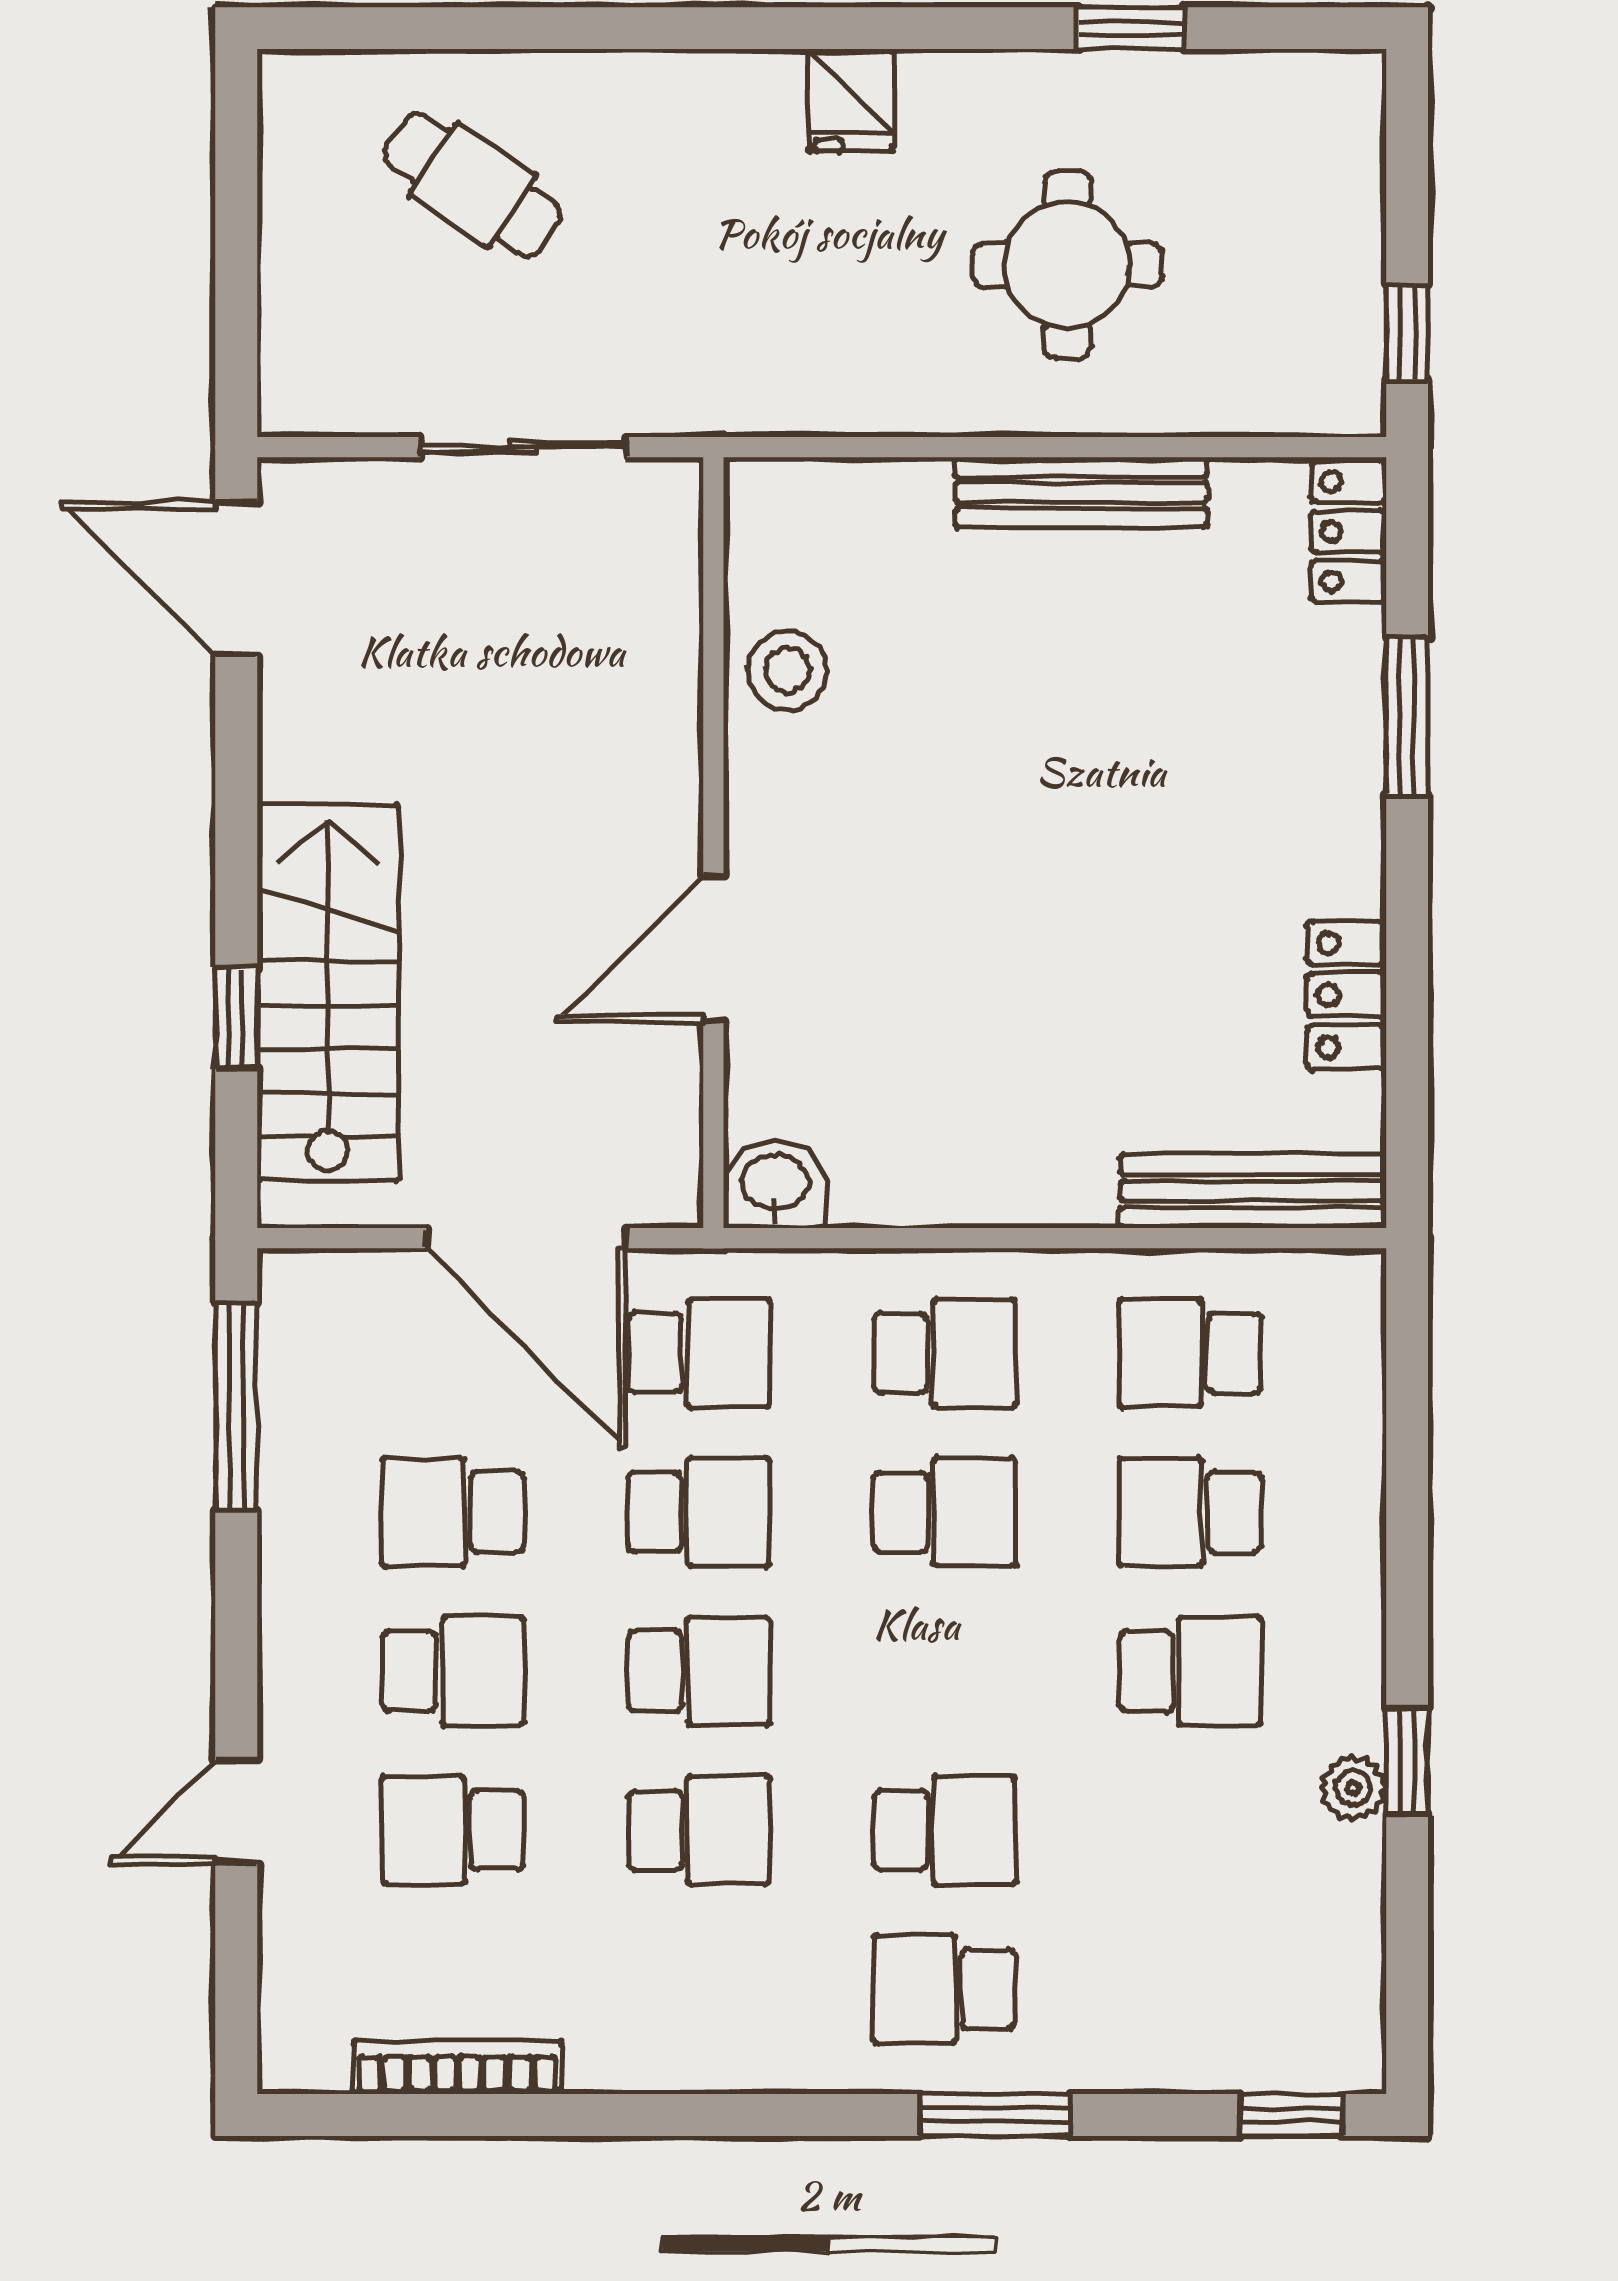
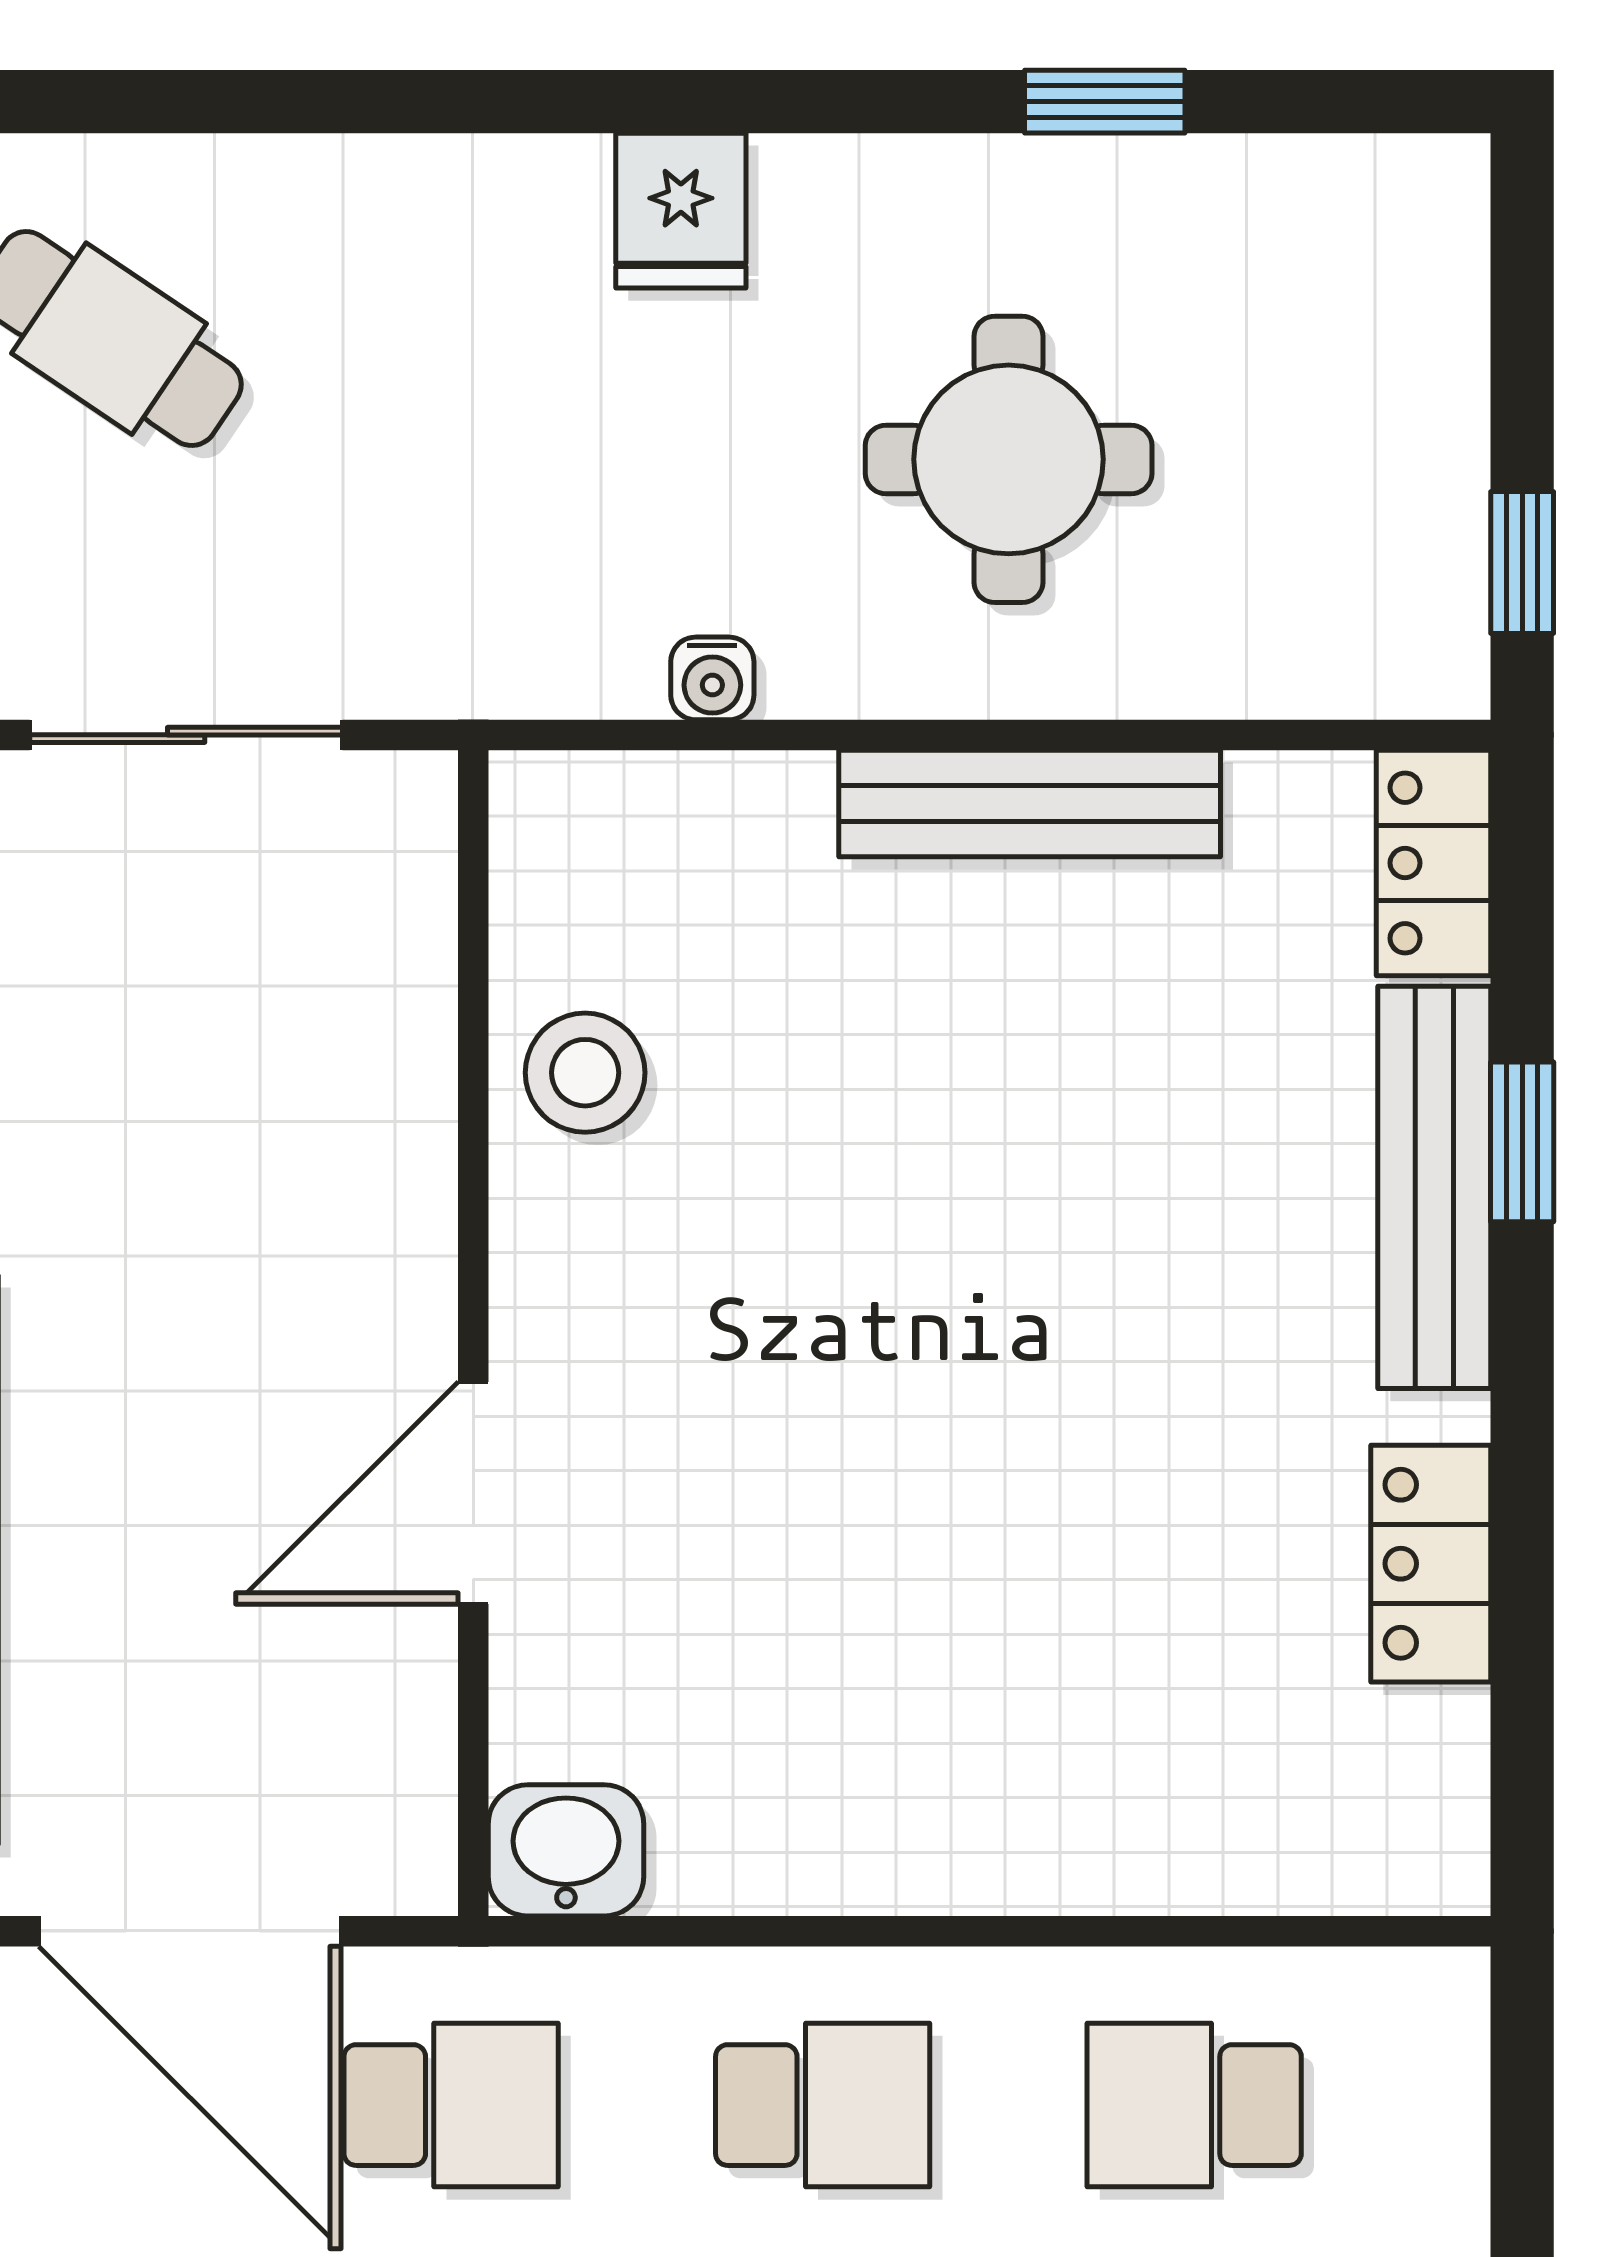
water cooler: (872, 410) -> (712, 678), added
window: (1407, 716) -> (1522, 1142), width x0.67
bench: (1253, 1191) -> (1434, 1187), moved, turned 90

